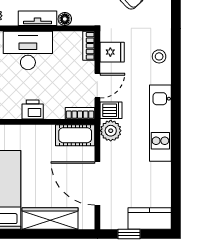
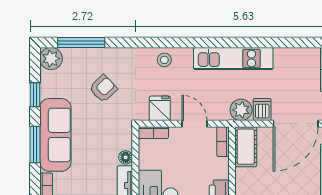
dishwasher: (111, 110) -> (262, 110), moved

